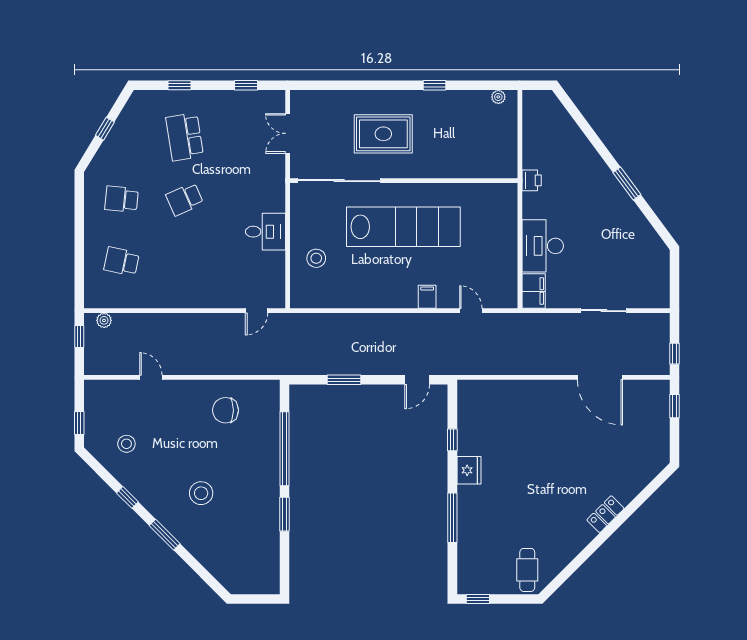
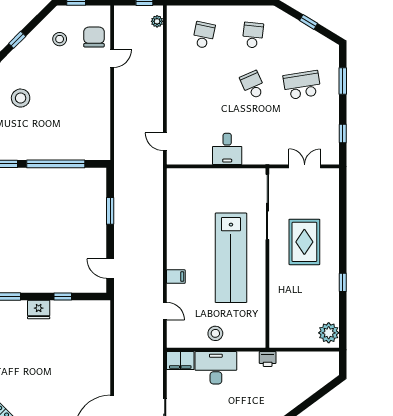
window: (179, 85) -> (343, 81), width x1.50
plant: (498, 97) -> (329, 333), width x1.87, depth x1.87
stool: (316, 258) -> (215, 333), moved
door: (471, 311) -> (165, 311), hinge flipped
chair: (225, 410) -> (94, 37), moved

